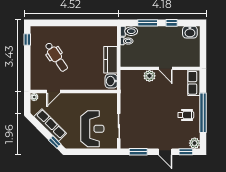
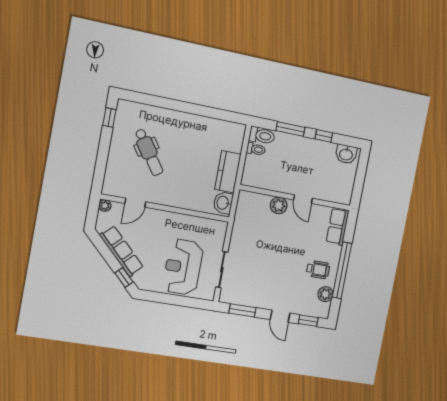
reception desk: (92, 129) -> (183, 267), turned 180
plant: (195, 143) -> (325, 294), moved

